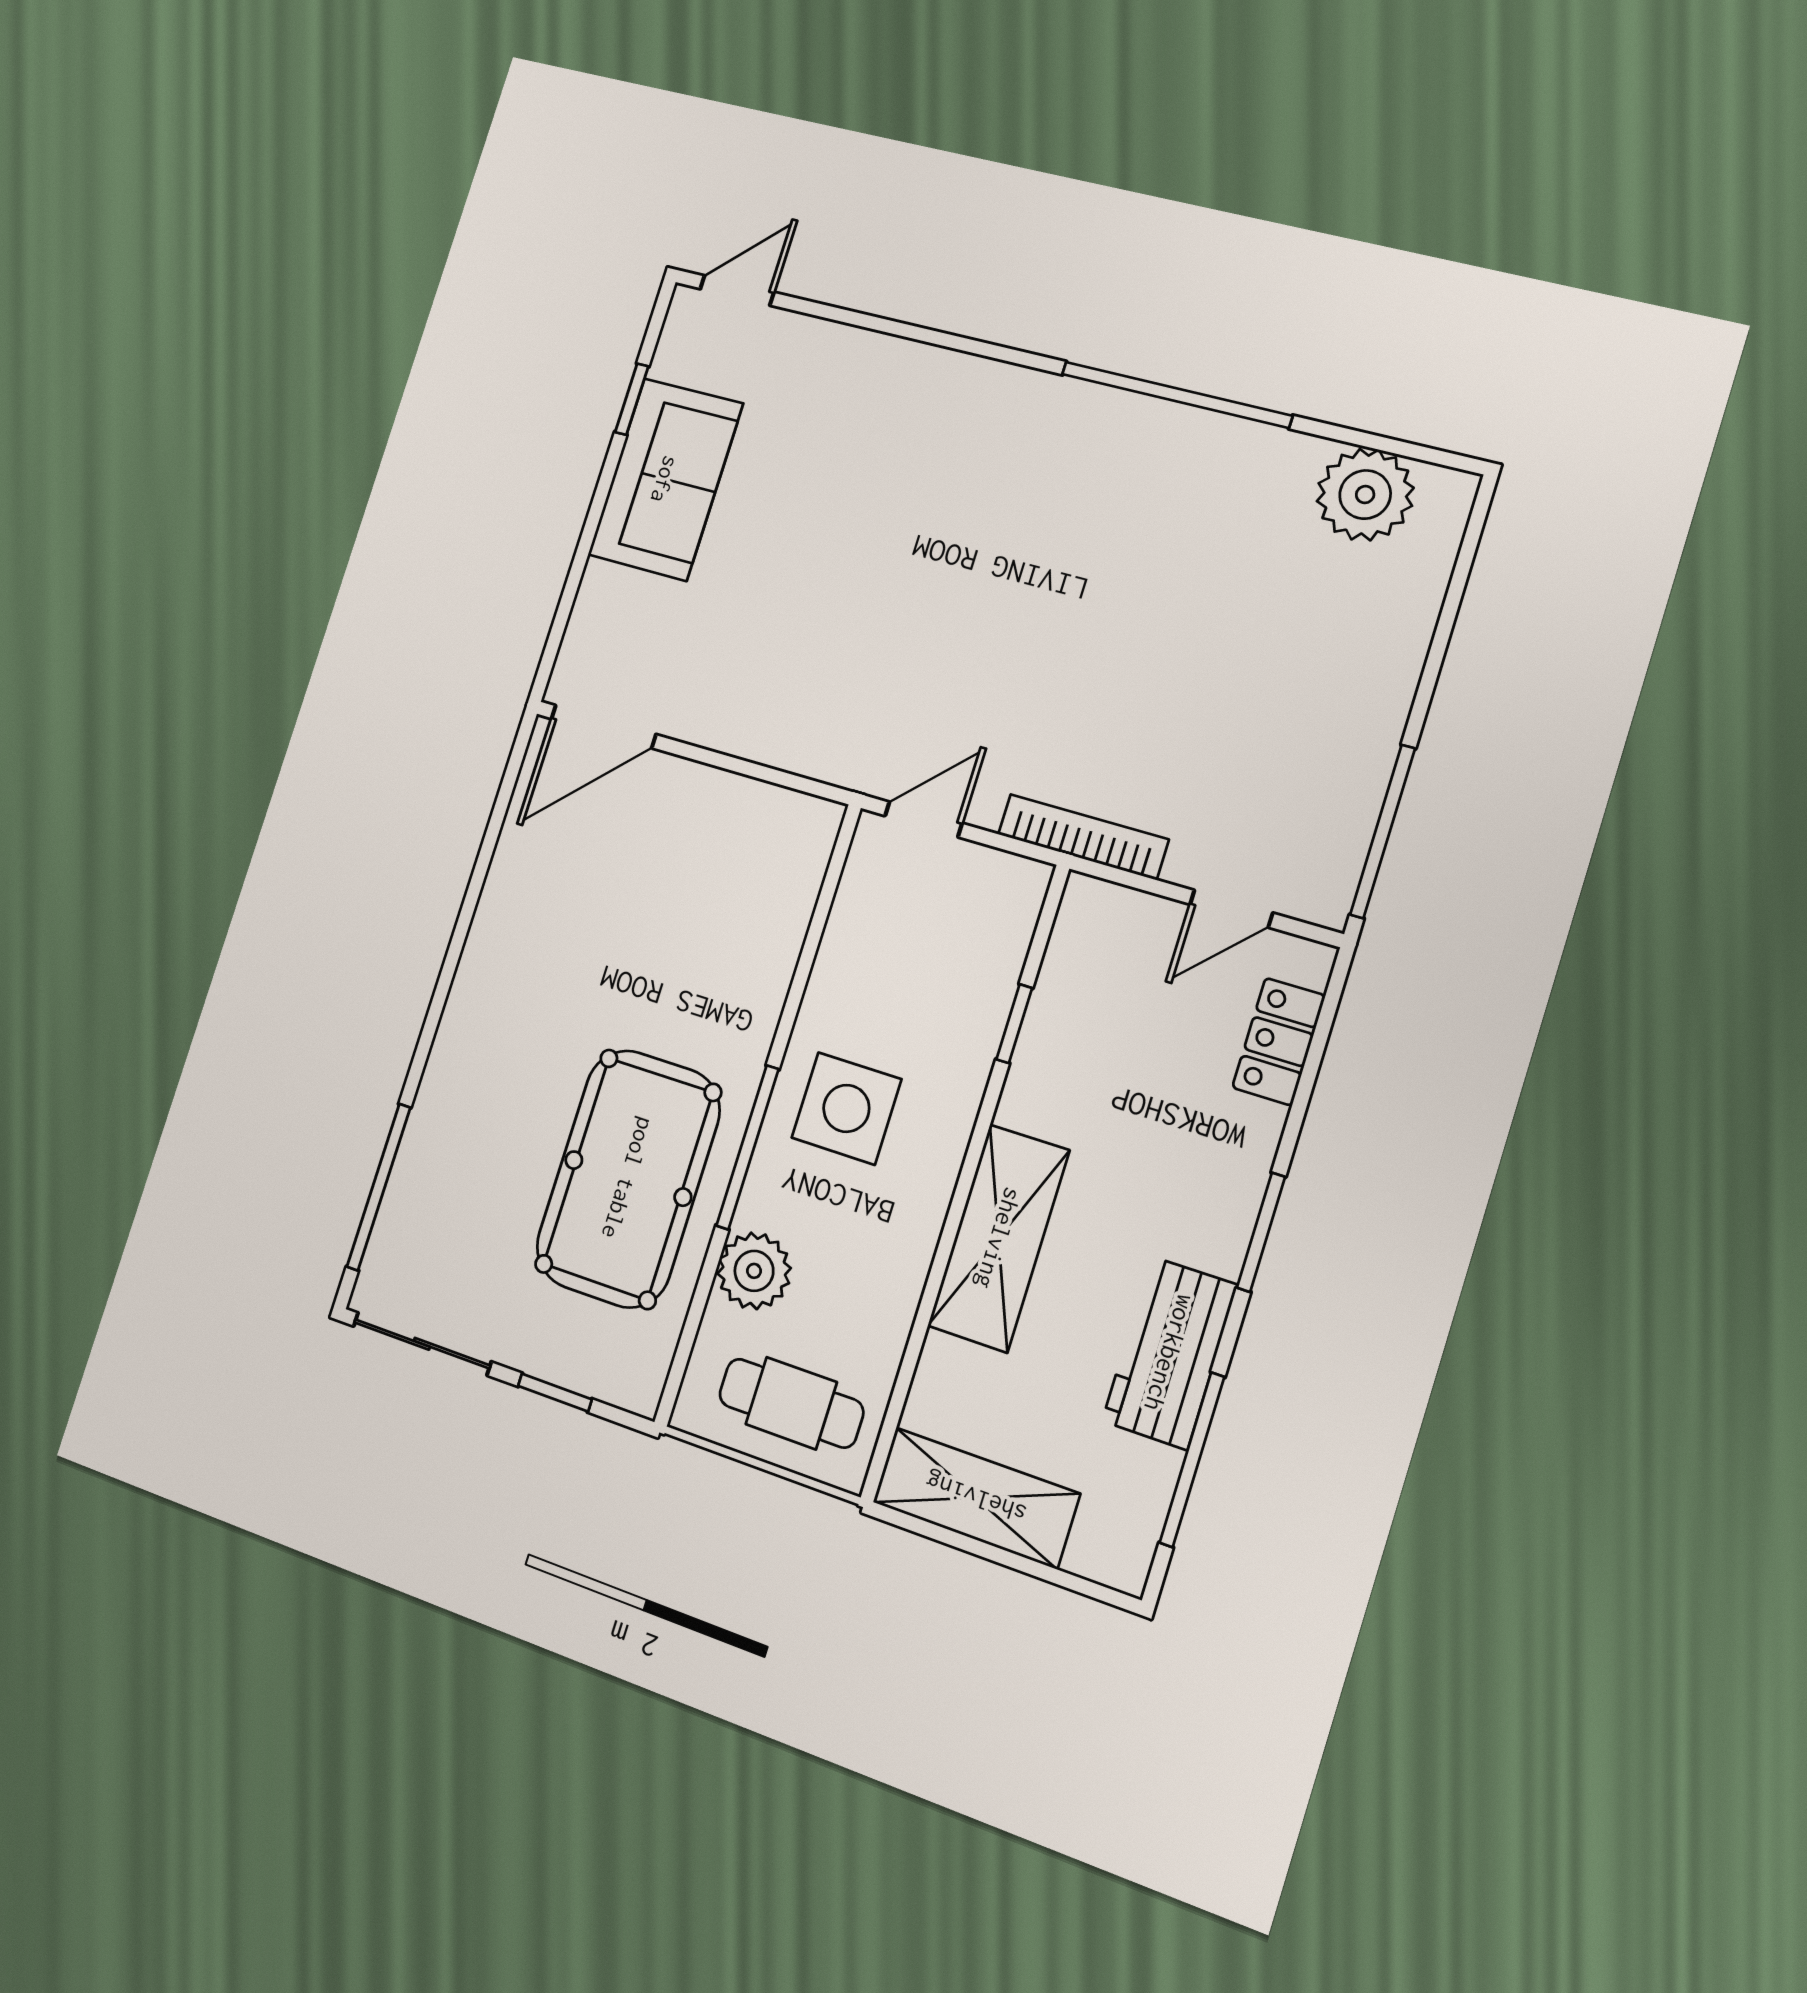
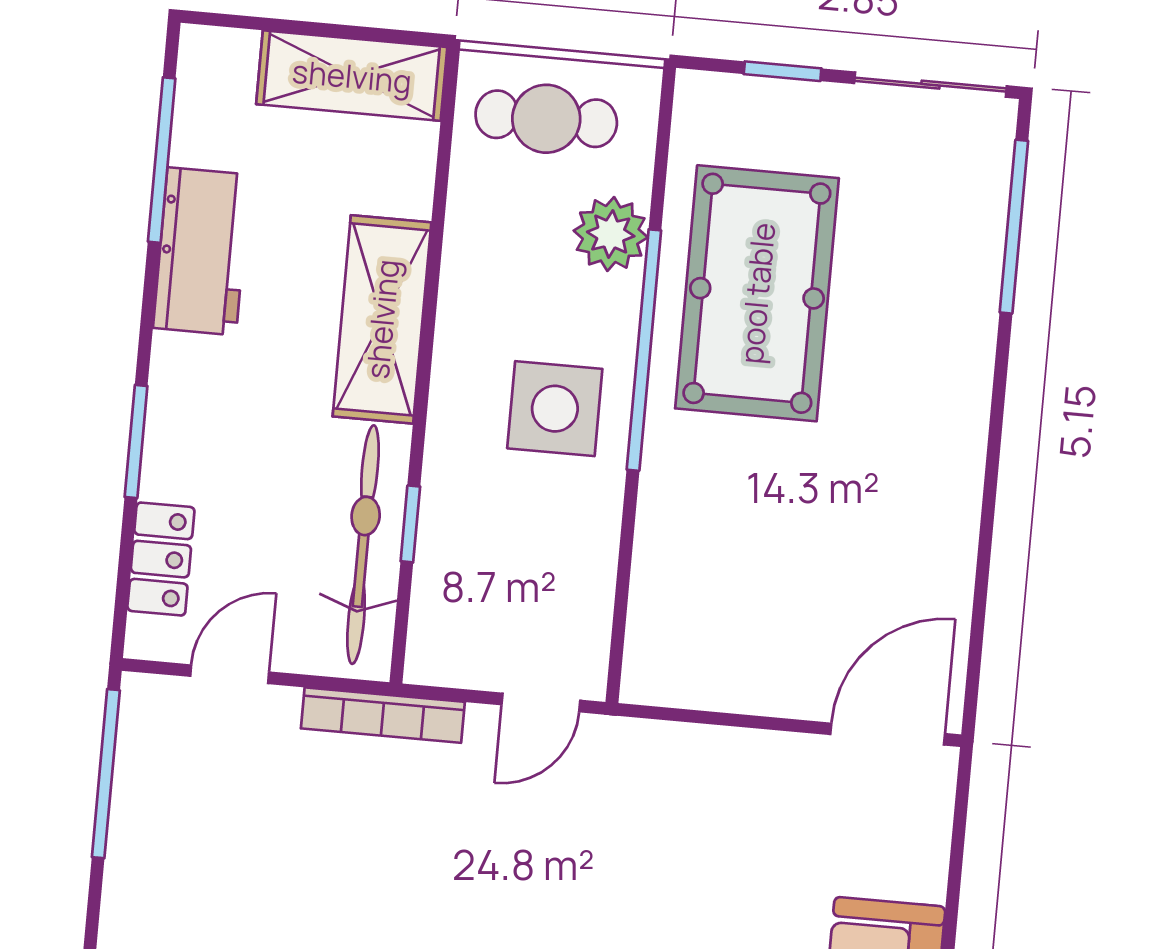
bicycle: (1067, 1013) -> (363, 545), added
window: (748, 1147) -> (644, 350), width x1.46
window: (1261, 1232) -> (136, 442), moved

